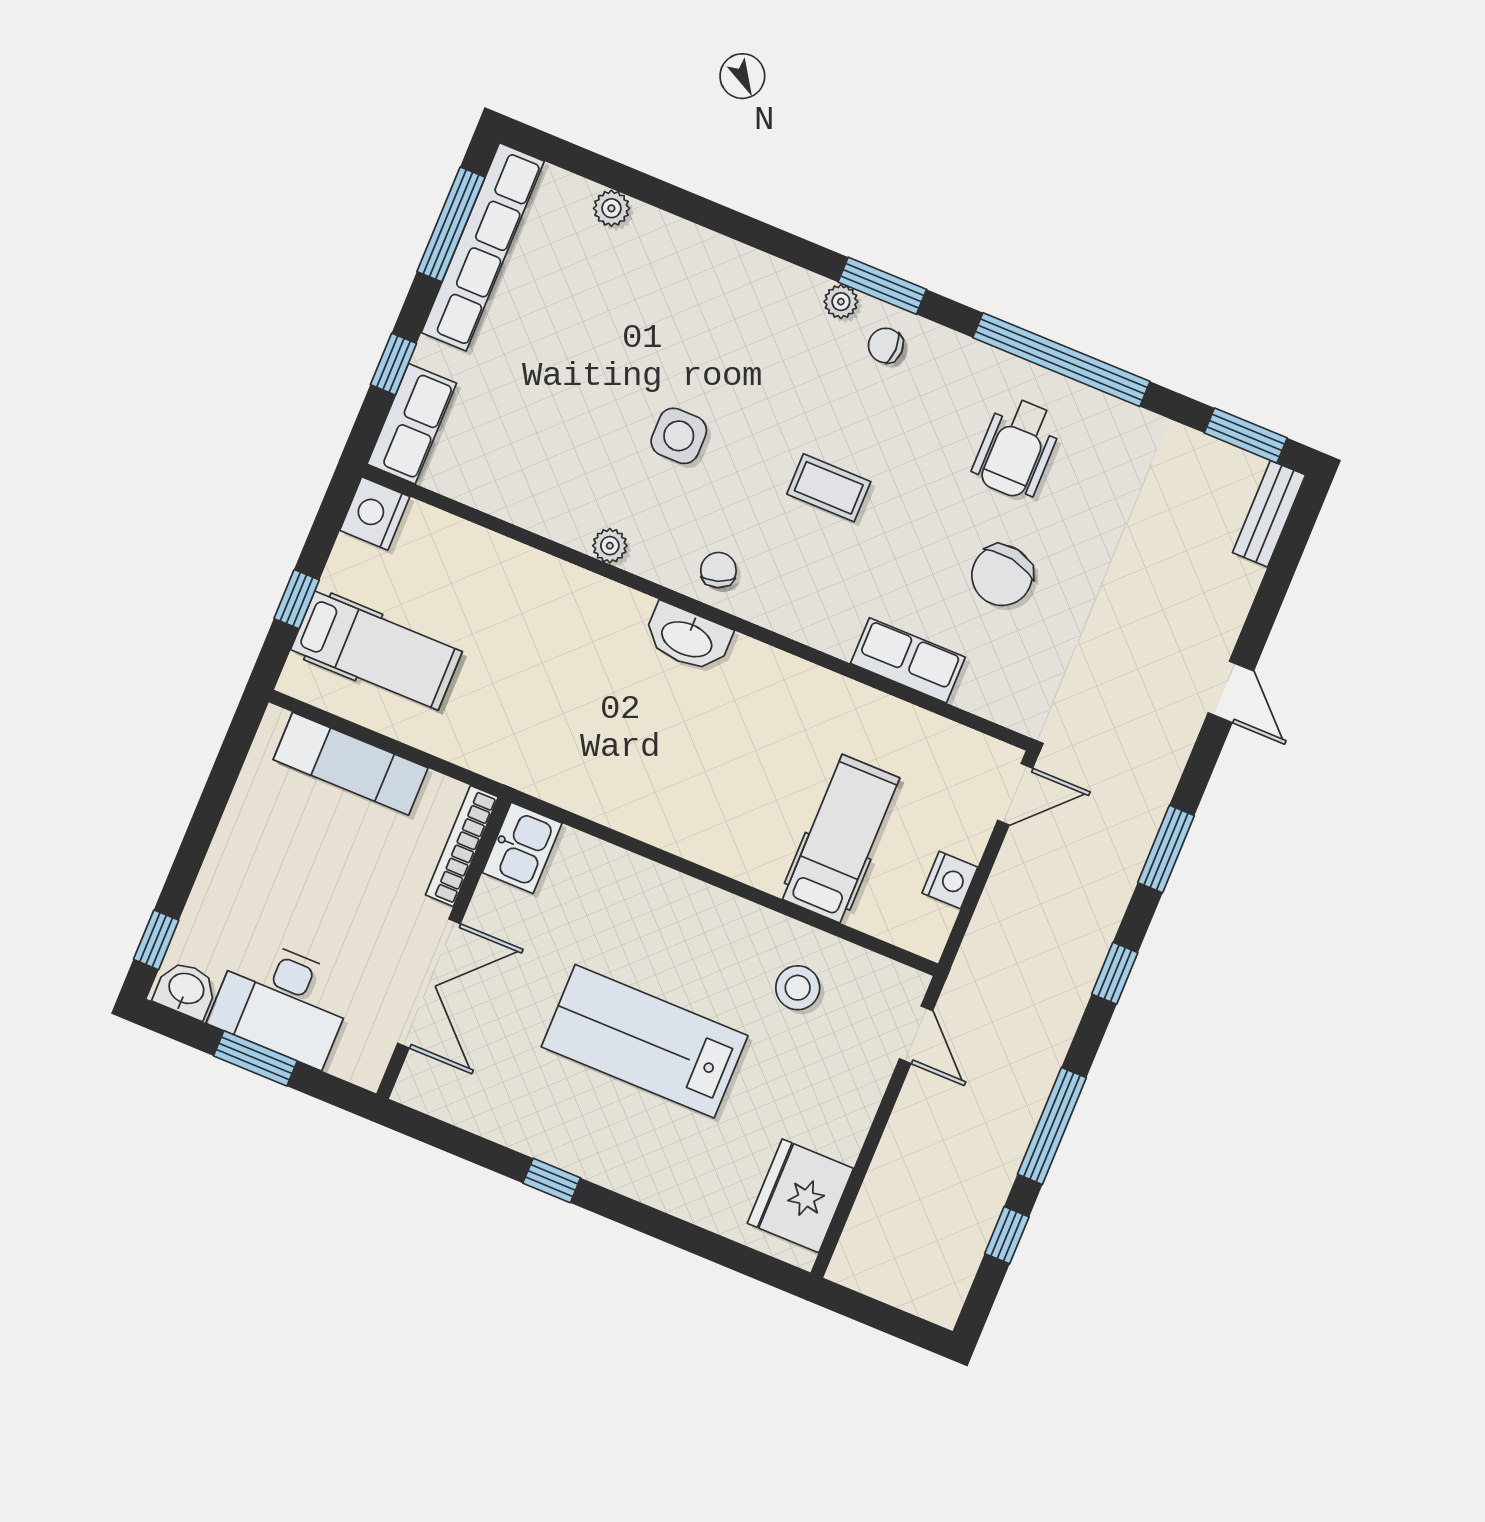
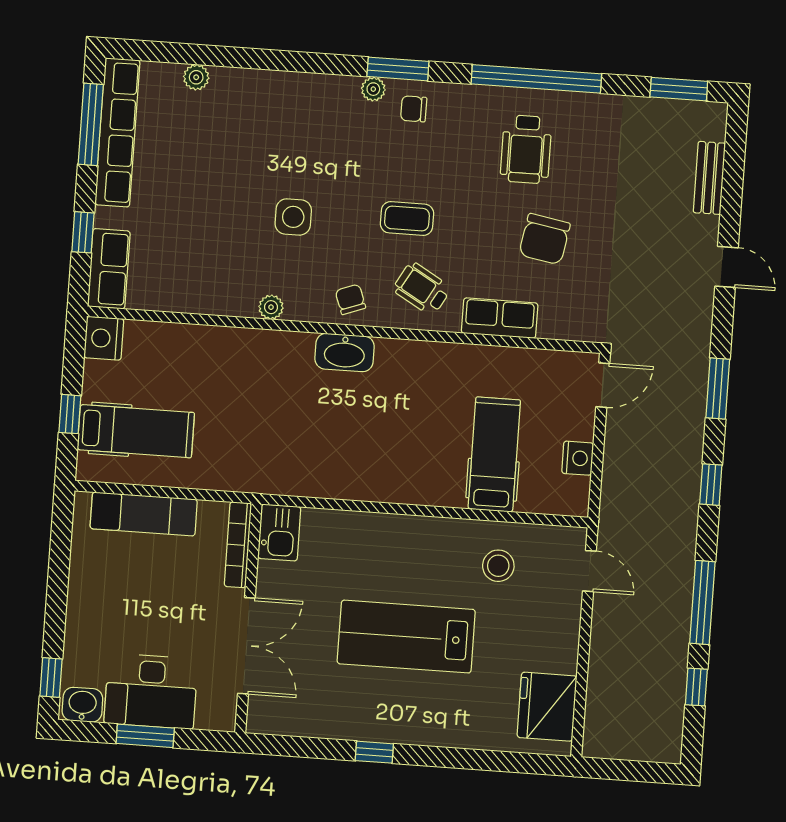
bench: (1269, 514) -> (709, 178), moved
wheelchair: (818, 587) -> (422, 289), added

